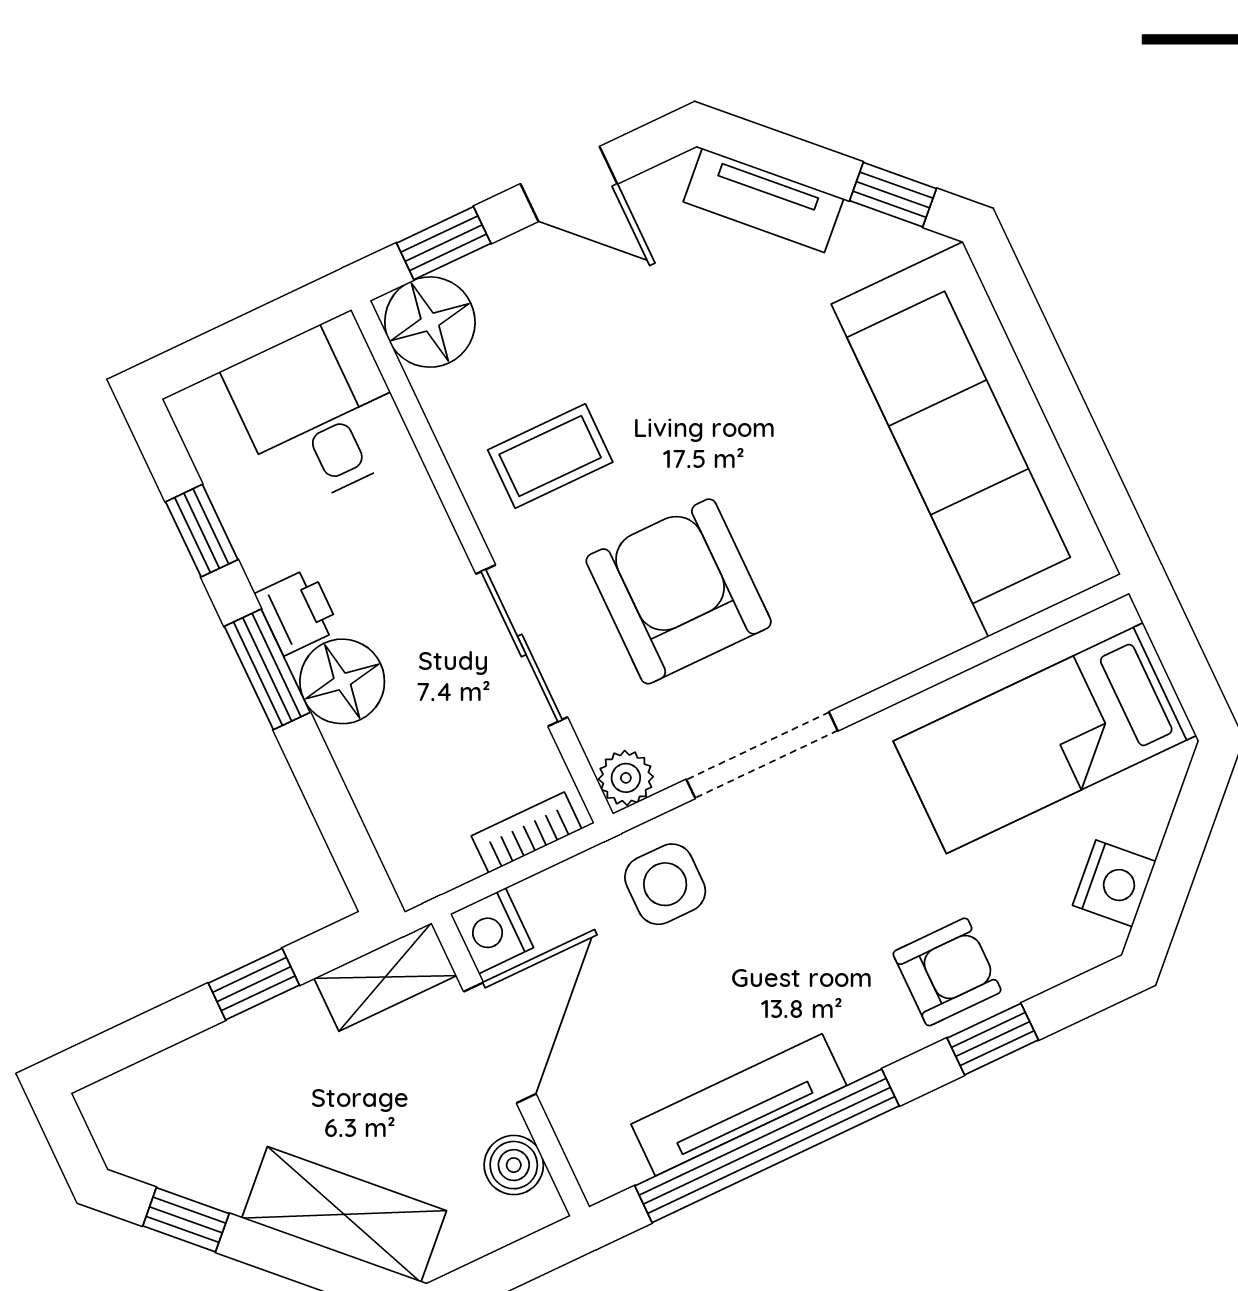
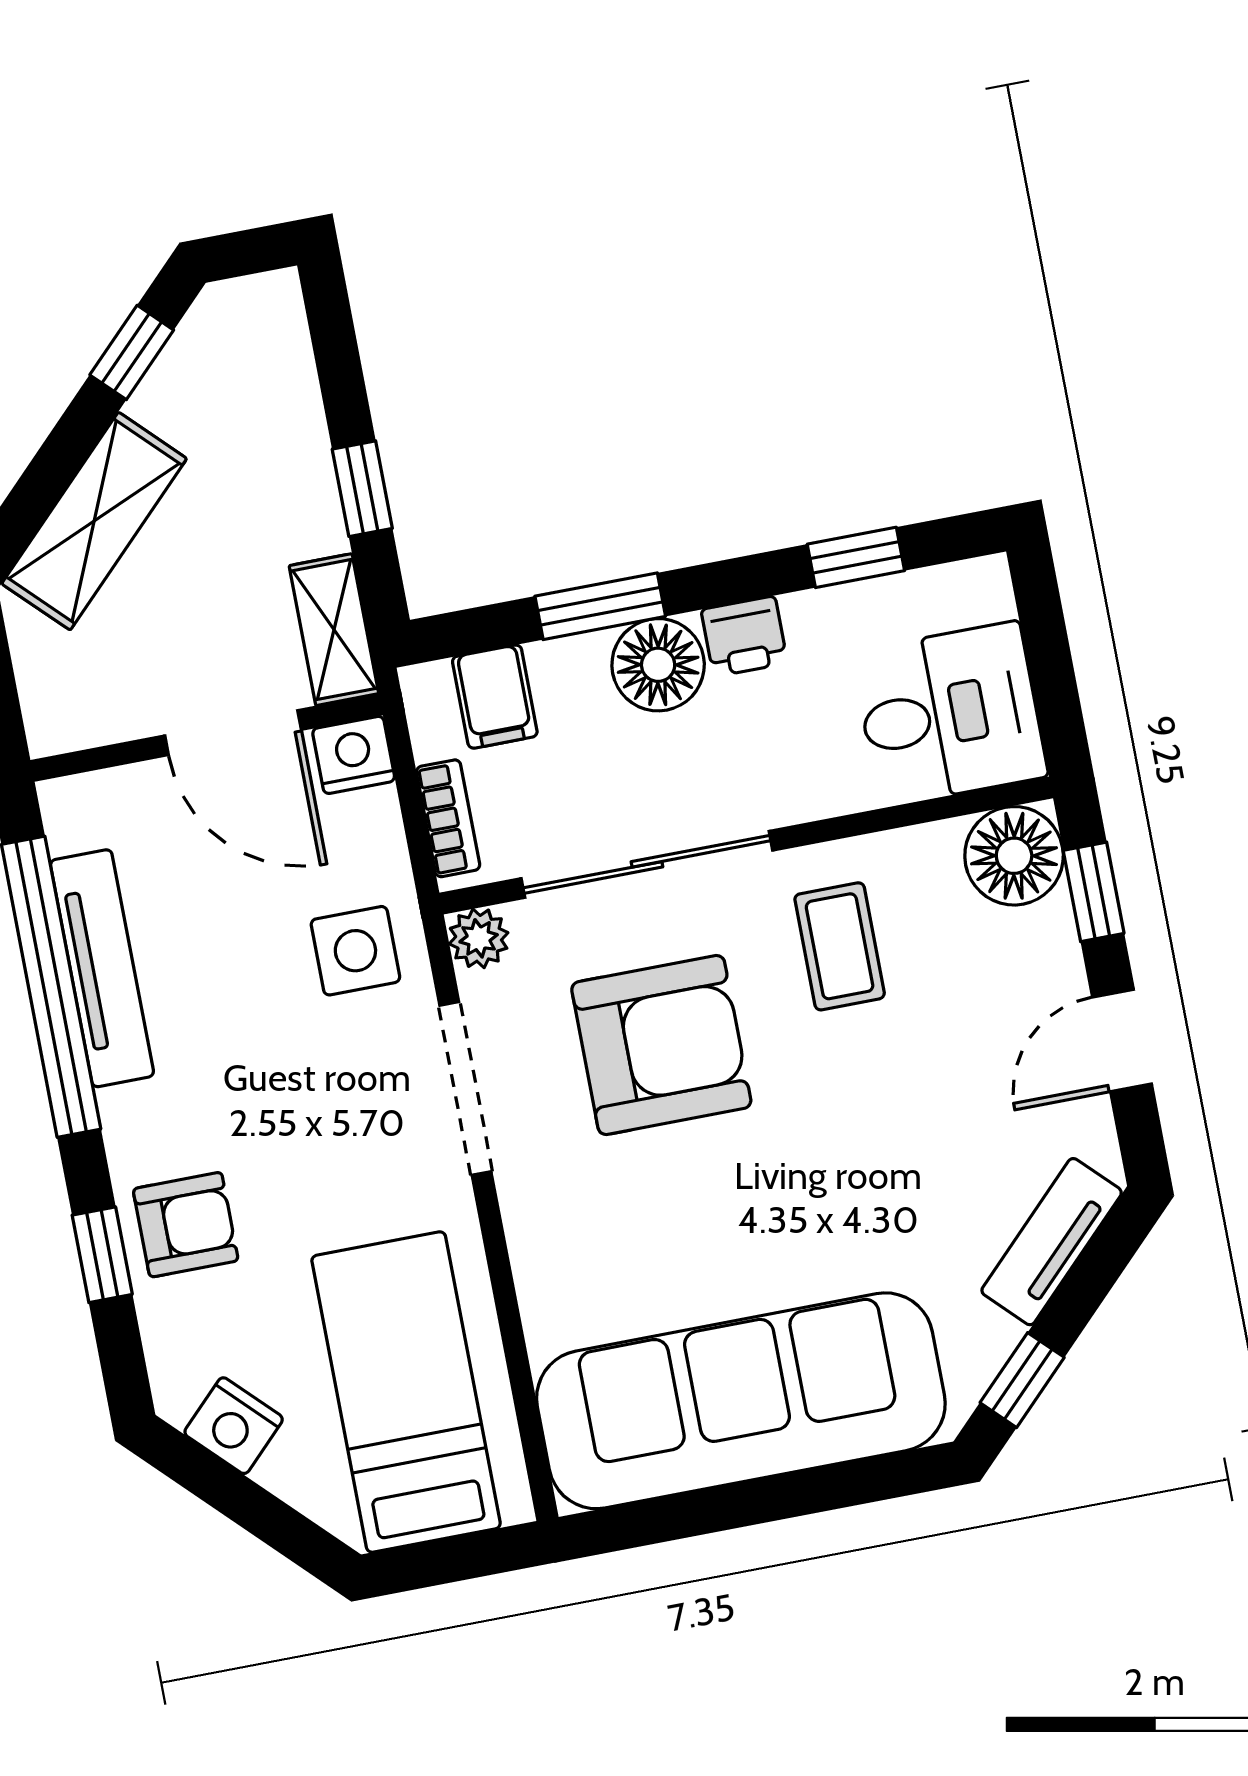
sliding door: (522, 646) -> (647, 864), width x1.37
window: (267, 669) -> (600, 606), moved
filing cabinet: (408, 819) -> (495, 697), added
armchair: (947, 972) -> (186, 1225), turned -90
boiler: (514, 1165) -> (100, 714), removed

